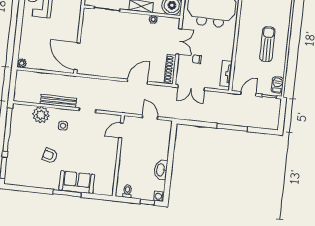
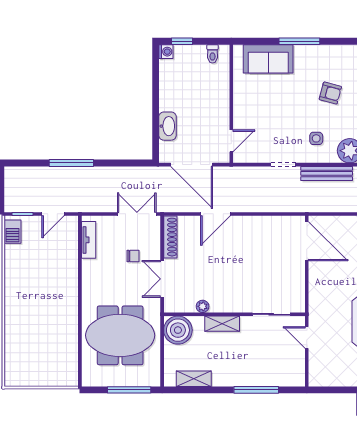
sun lounger: (267, 44) -> (34, 289), removed
door: (150, 117) -> (192, 165), width x1.87
washbasin: (161, 170) -> (168, 126), moved
sofa: (77, 182) -> (268, 59), moved

